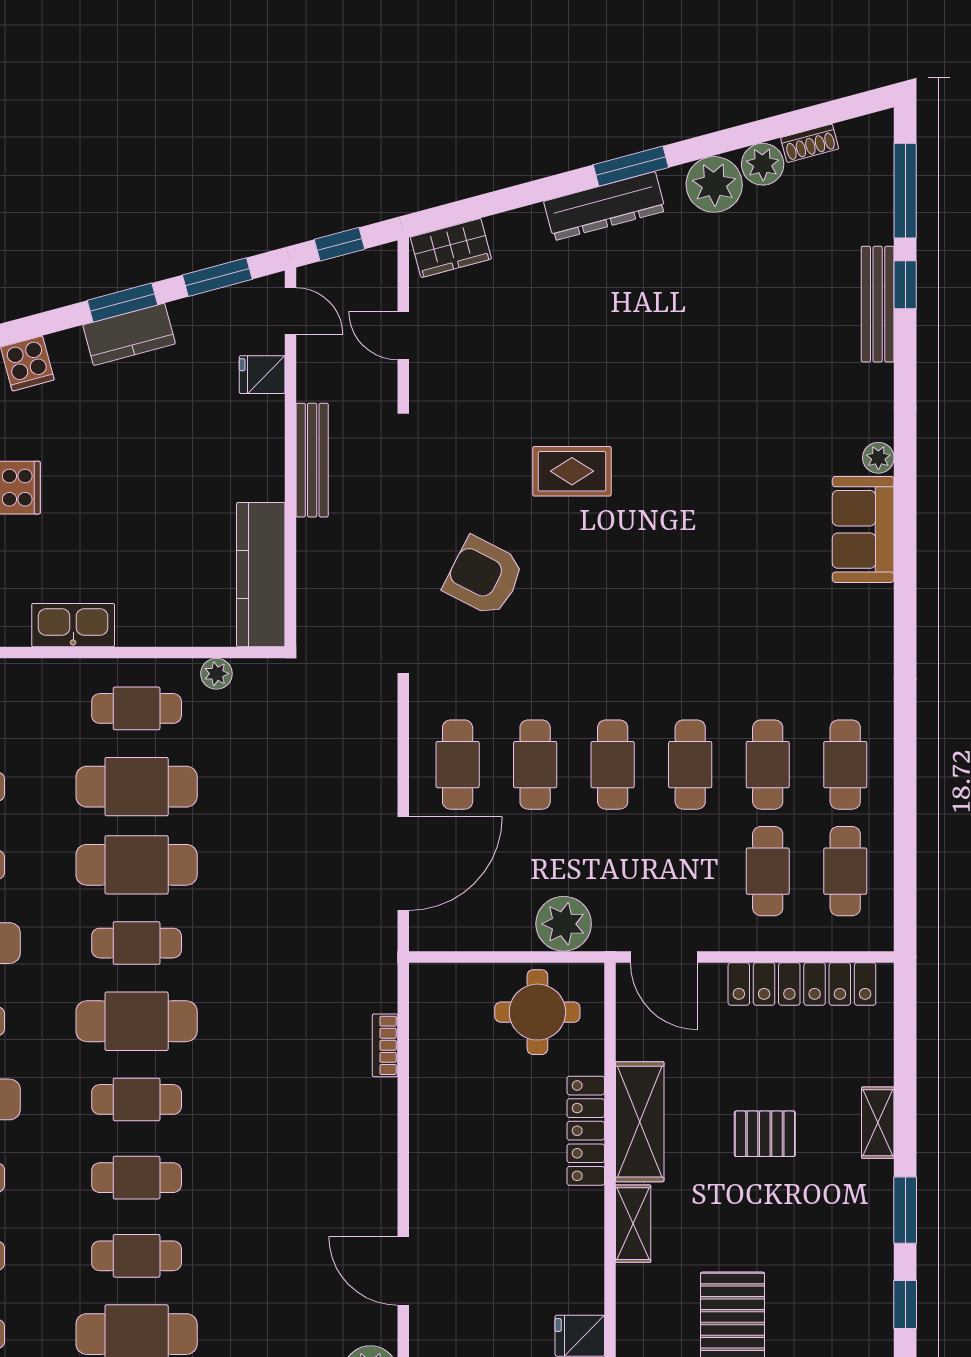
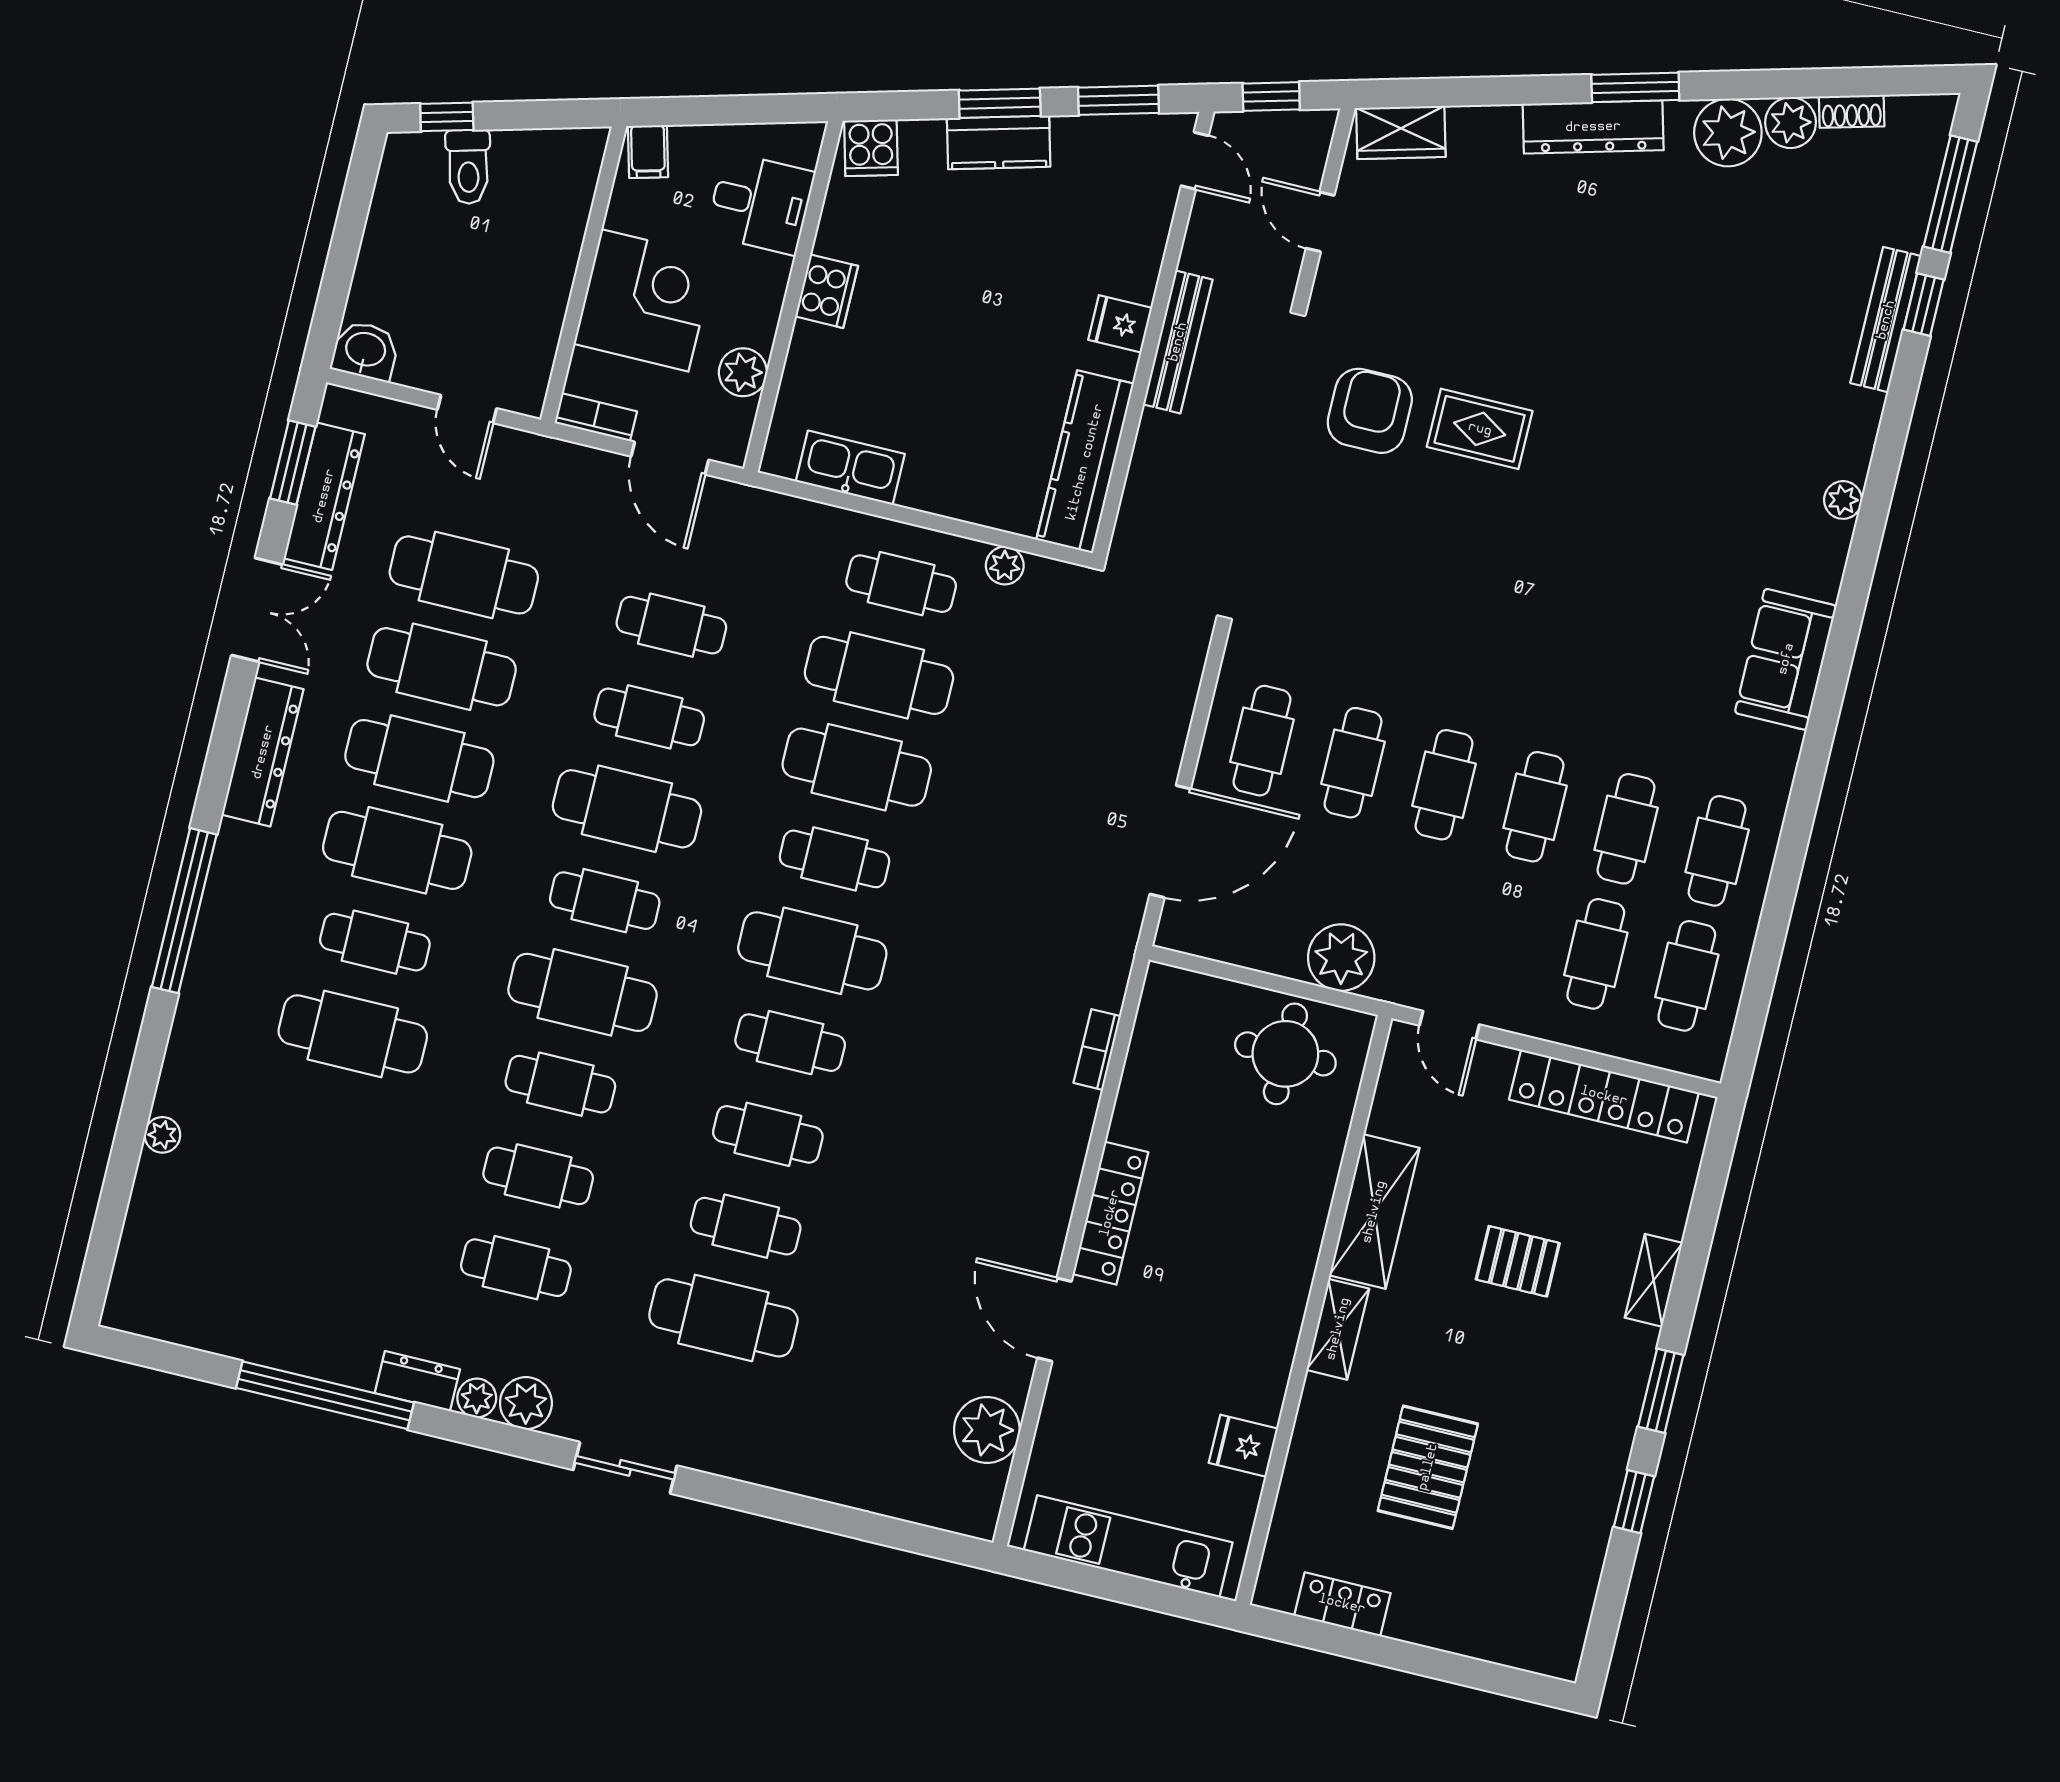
fridge: (262, 375) -> (1120, 324), moved
sofa: (863, 529) -> (1786, 659), moved
armchair: (484, 576) -> (1370, 411), moved, turned 63
door: (664, 957) -> (1449, 1025), width x0.73
locker: (586, 1131) -> (1110, 1213), moved, turned 180

